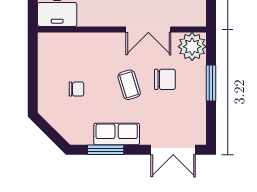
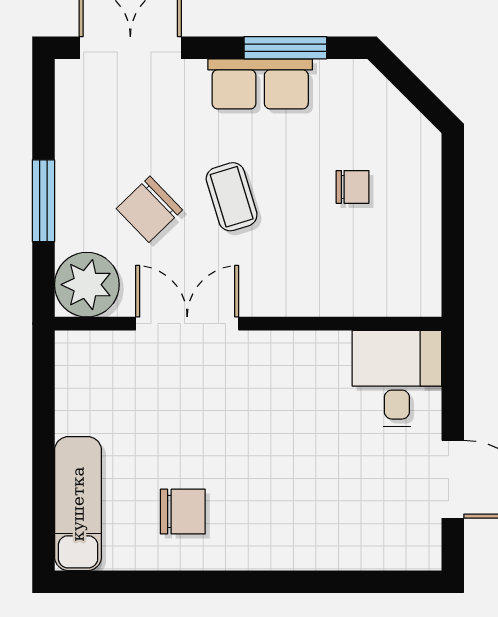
chair: (165, 79) -> (149, 209), turned -44
chair: (76, 89) -> (353, 187), turned 180

